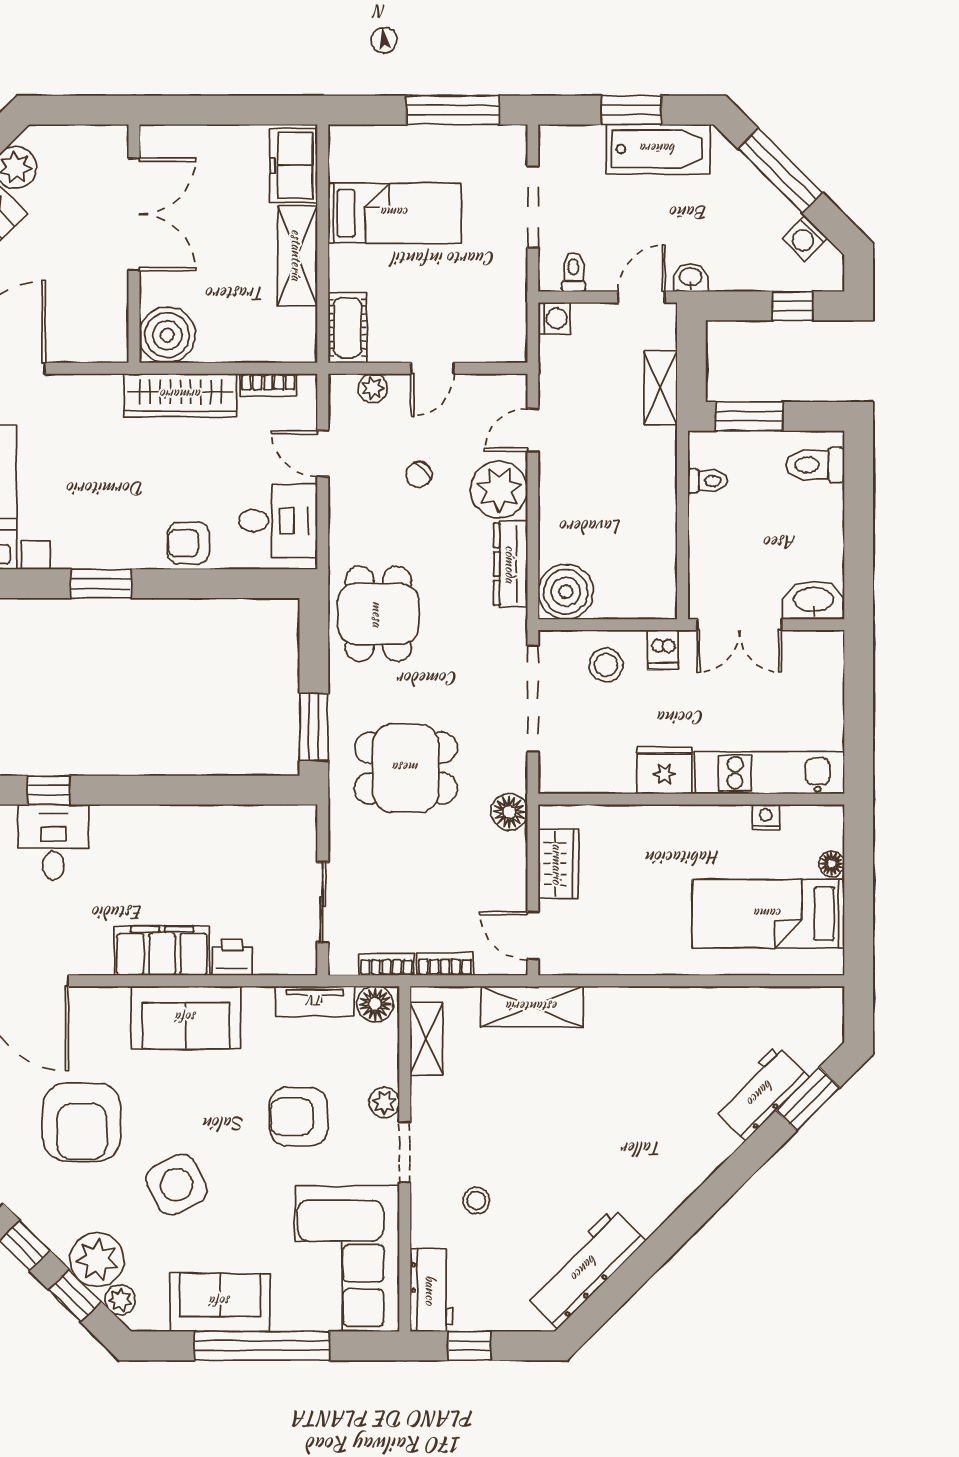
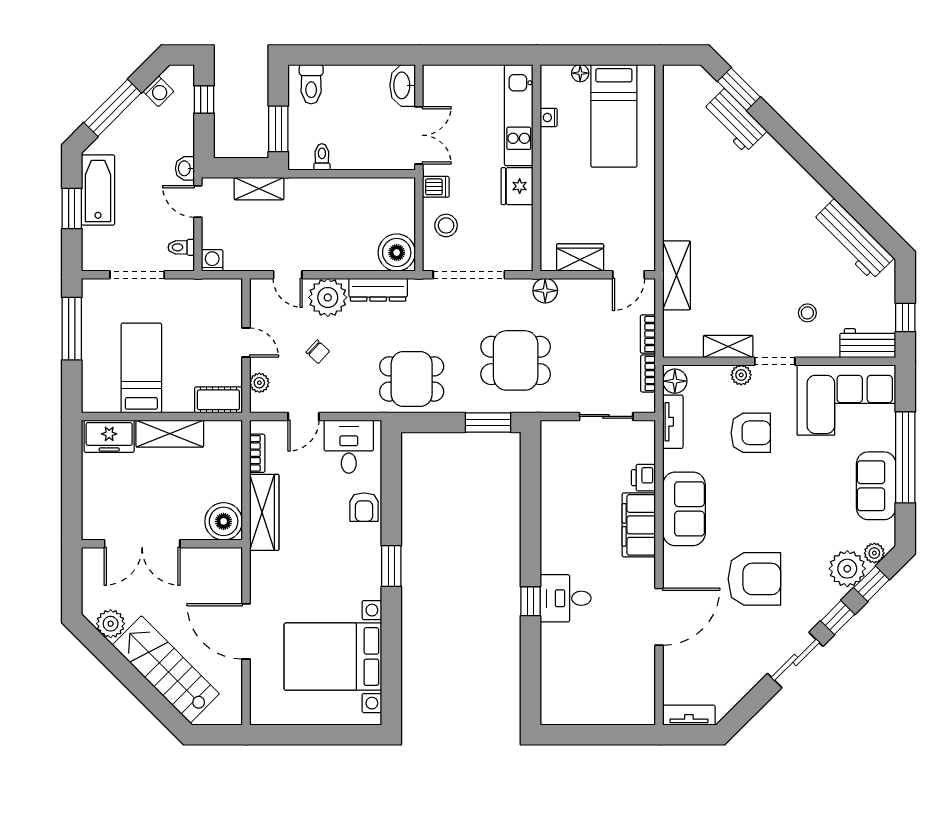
double door: (134, 214) -> (142, 544), swing flipped
dining table: (406, 768) -> (516, 360), turned 90
shelving: (426, 1039) -> (728, 346), moved
armchair: (299, 1117) -> (751, 433), turned -90
side table: (177, 1185) -> (797, 515), removed

